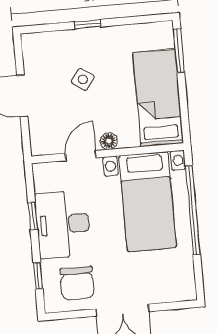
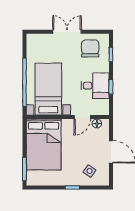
side table: (83, 79) -> (90, 171), moved
bed: (158, 98) -> (44, 144), width x1.50
floor lamp: (109, 141) -> (97, 123), moved
desk: (63, 224) -> (95, 86), width x0.73

